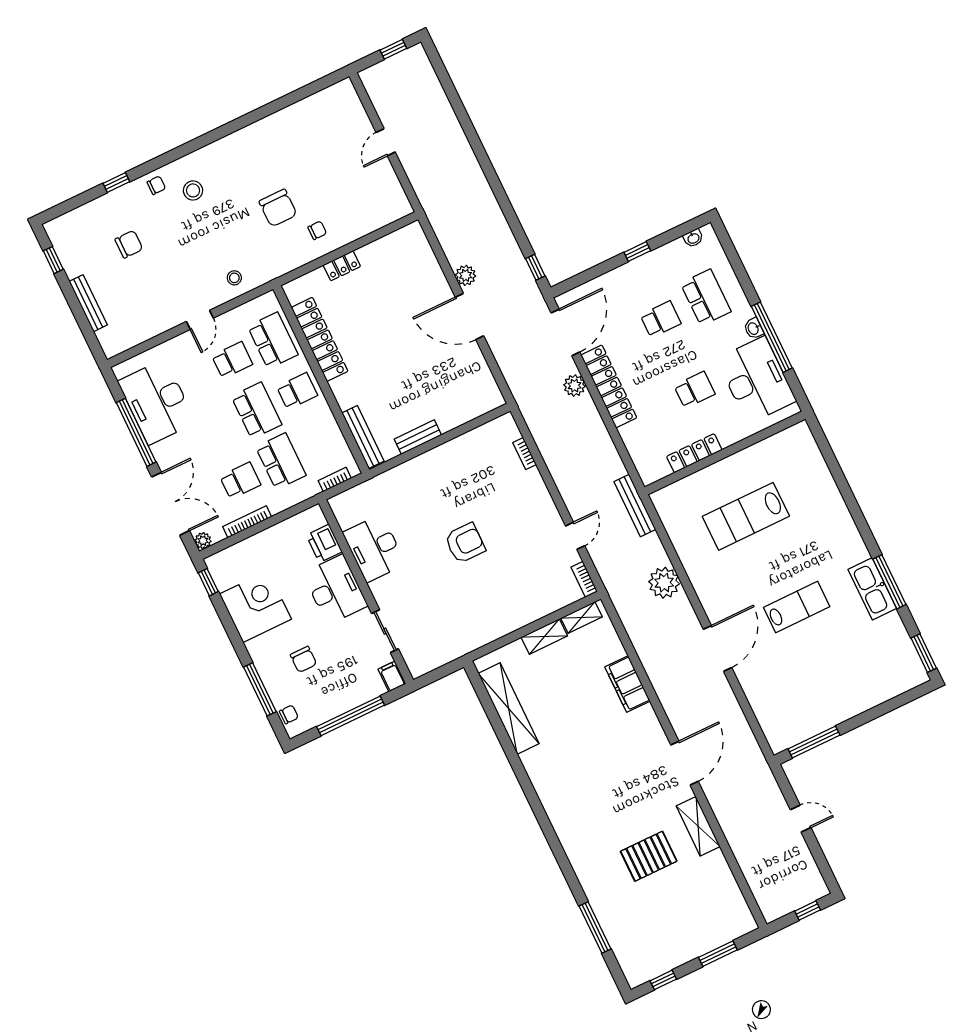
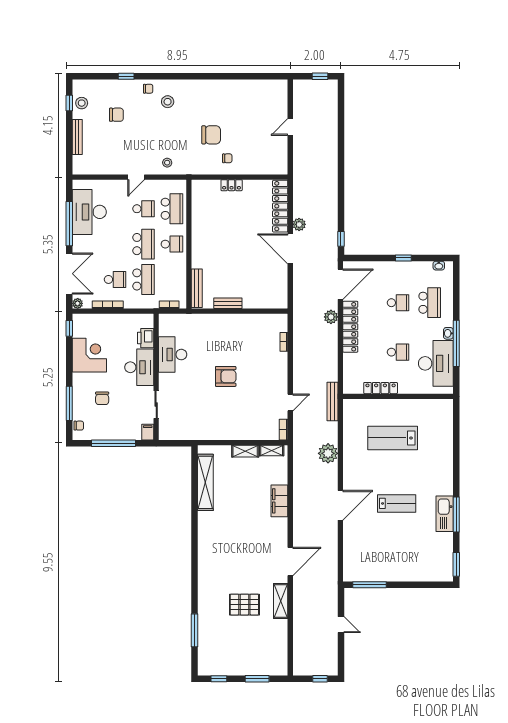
chair: (278, 208) -> (211, 135), turned -90
stool: (71, 252) -> (82, 103), added
locker: (320, 339) -> (280, 206), moved, turned 180

